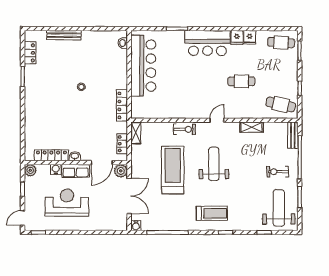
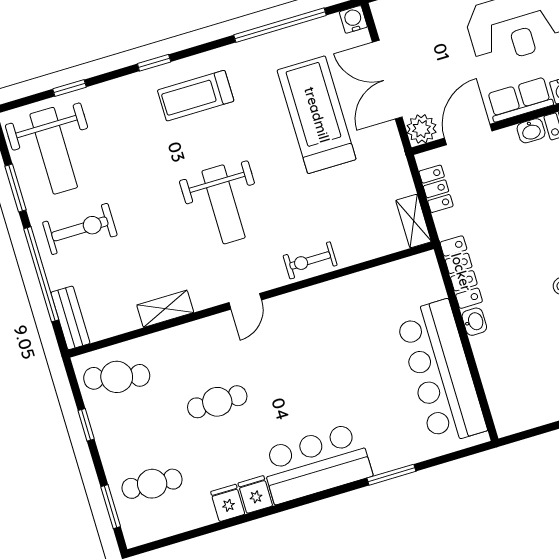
washbasin: (123, 43) -> (474, 322), moved
cafe table: (281, 43) -> (152, 484), moved
treadmill: (173, 170) -> (317, 115), moved, turned 180
exercise bike: (278, 172) -> (80, 229), width x1.38, depth x1.39

